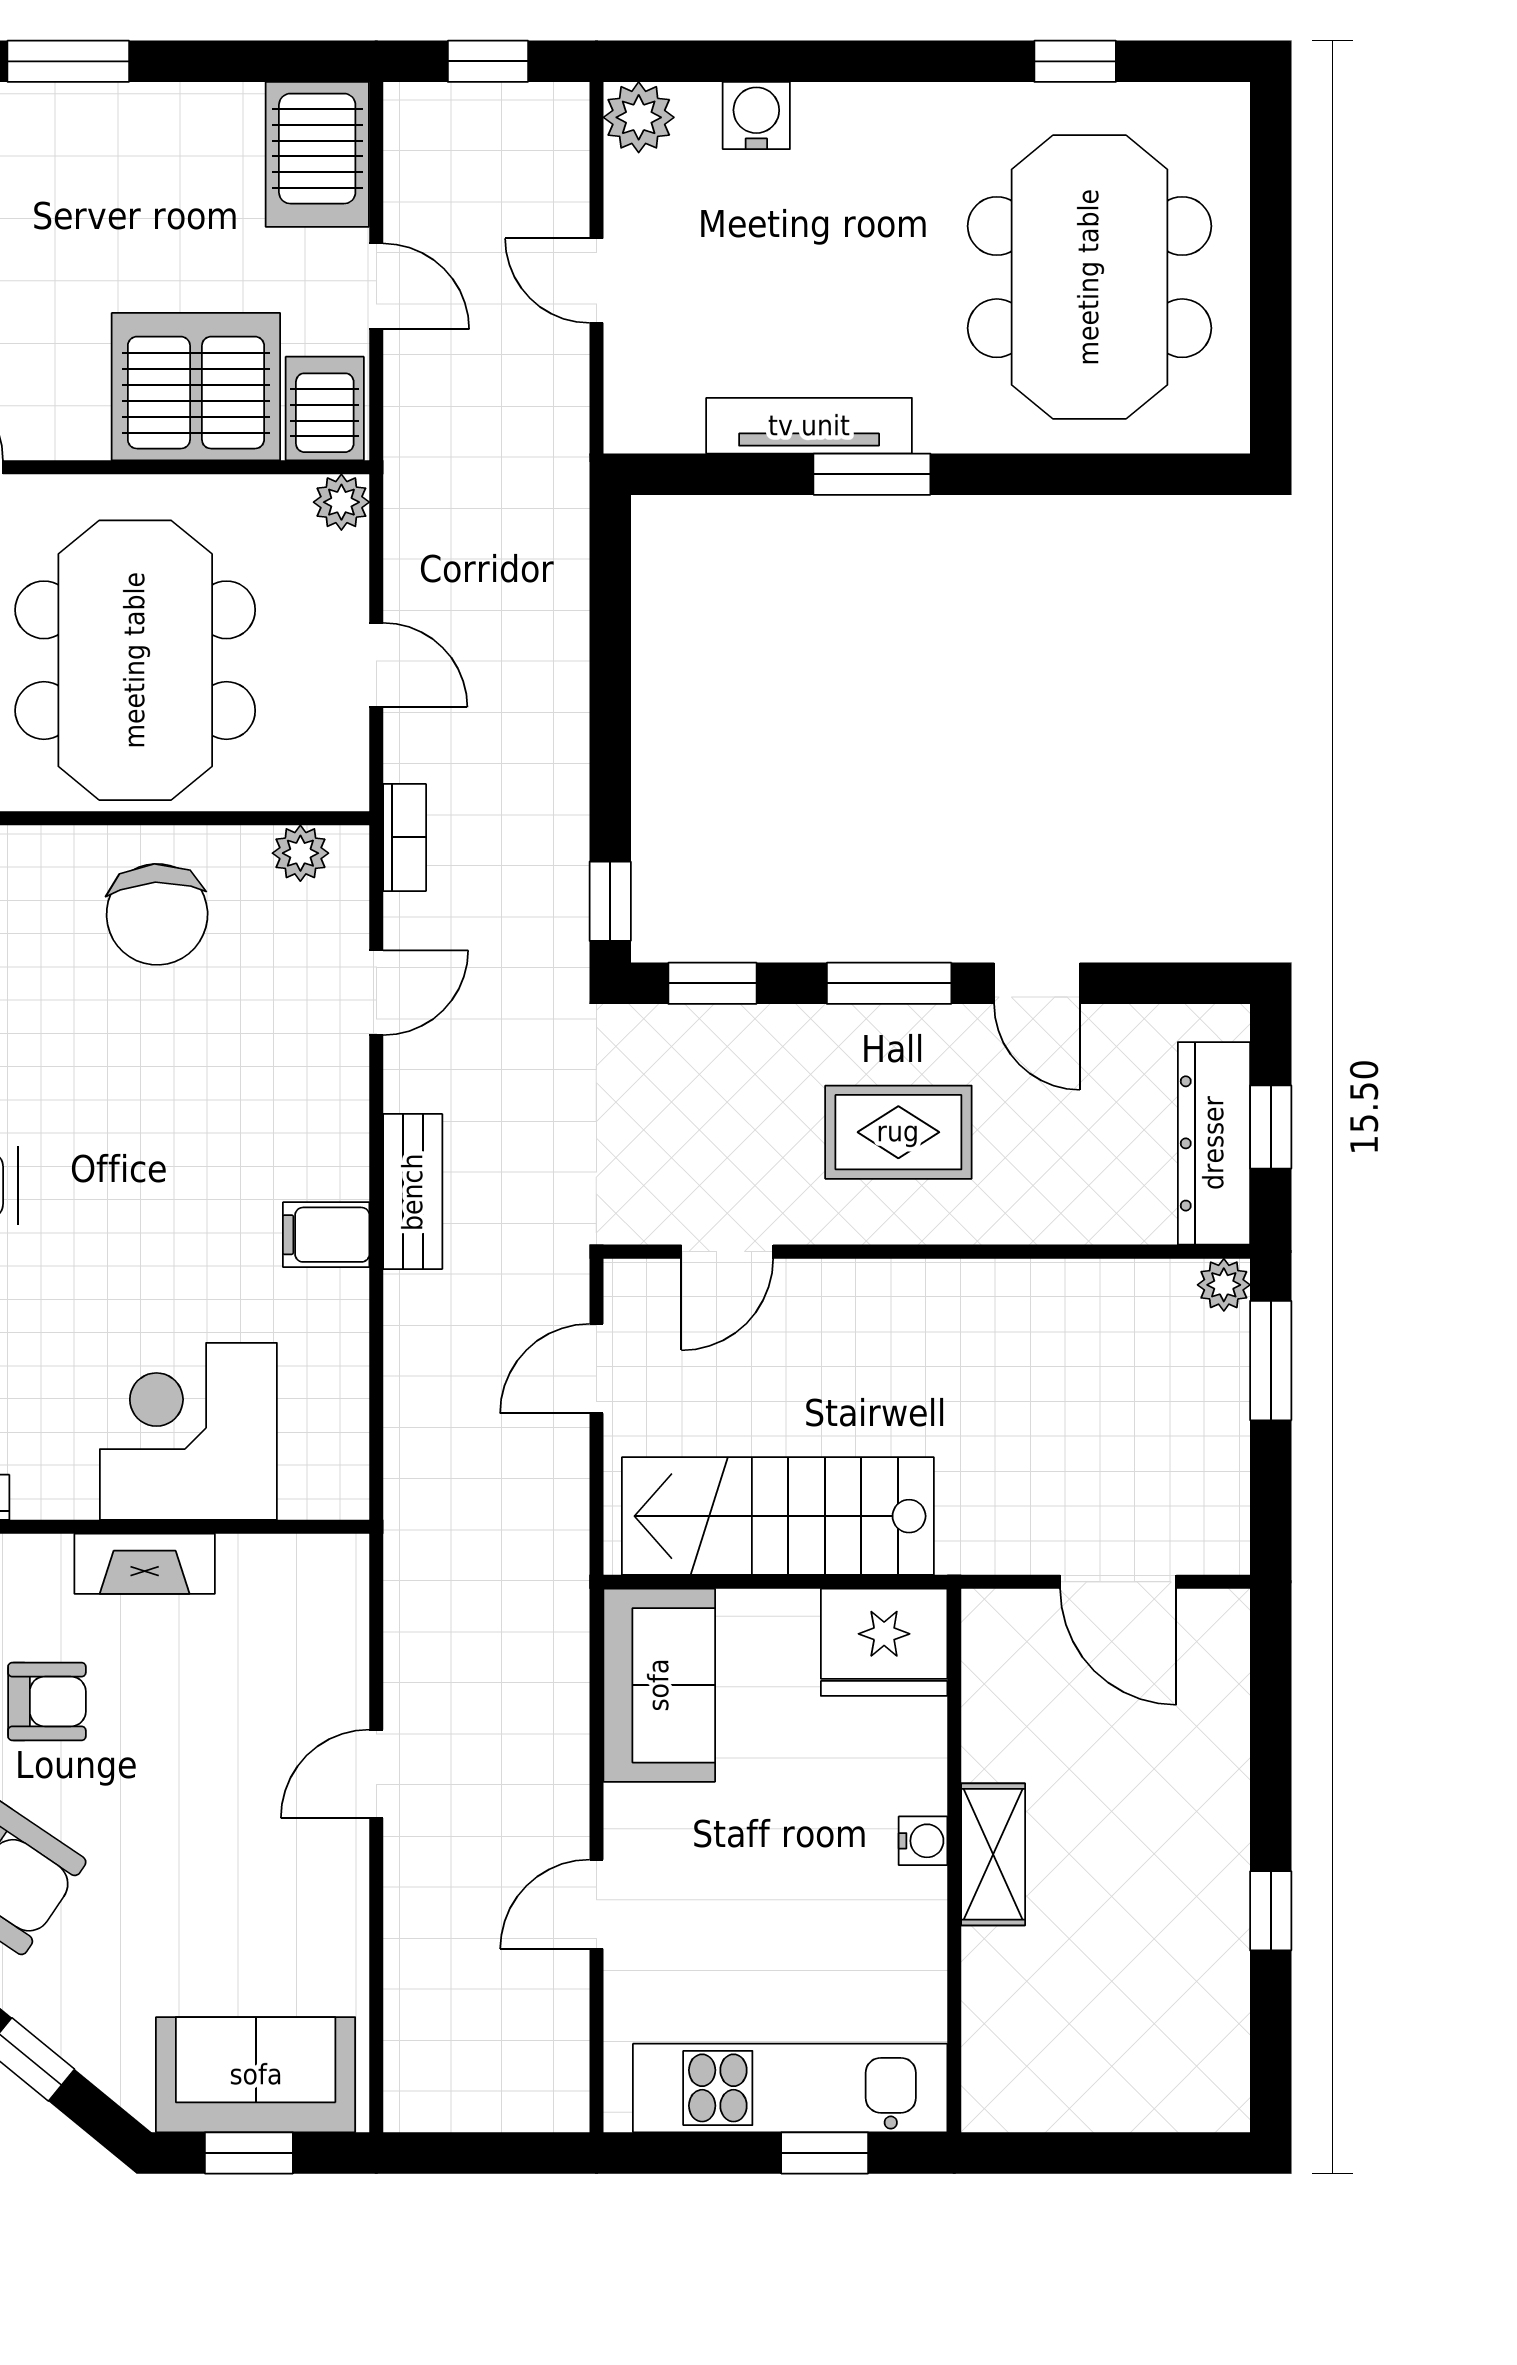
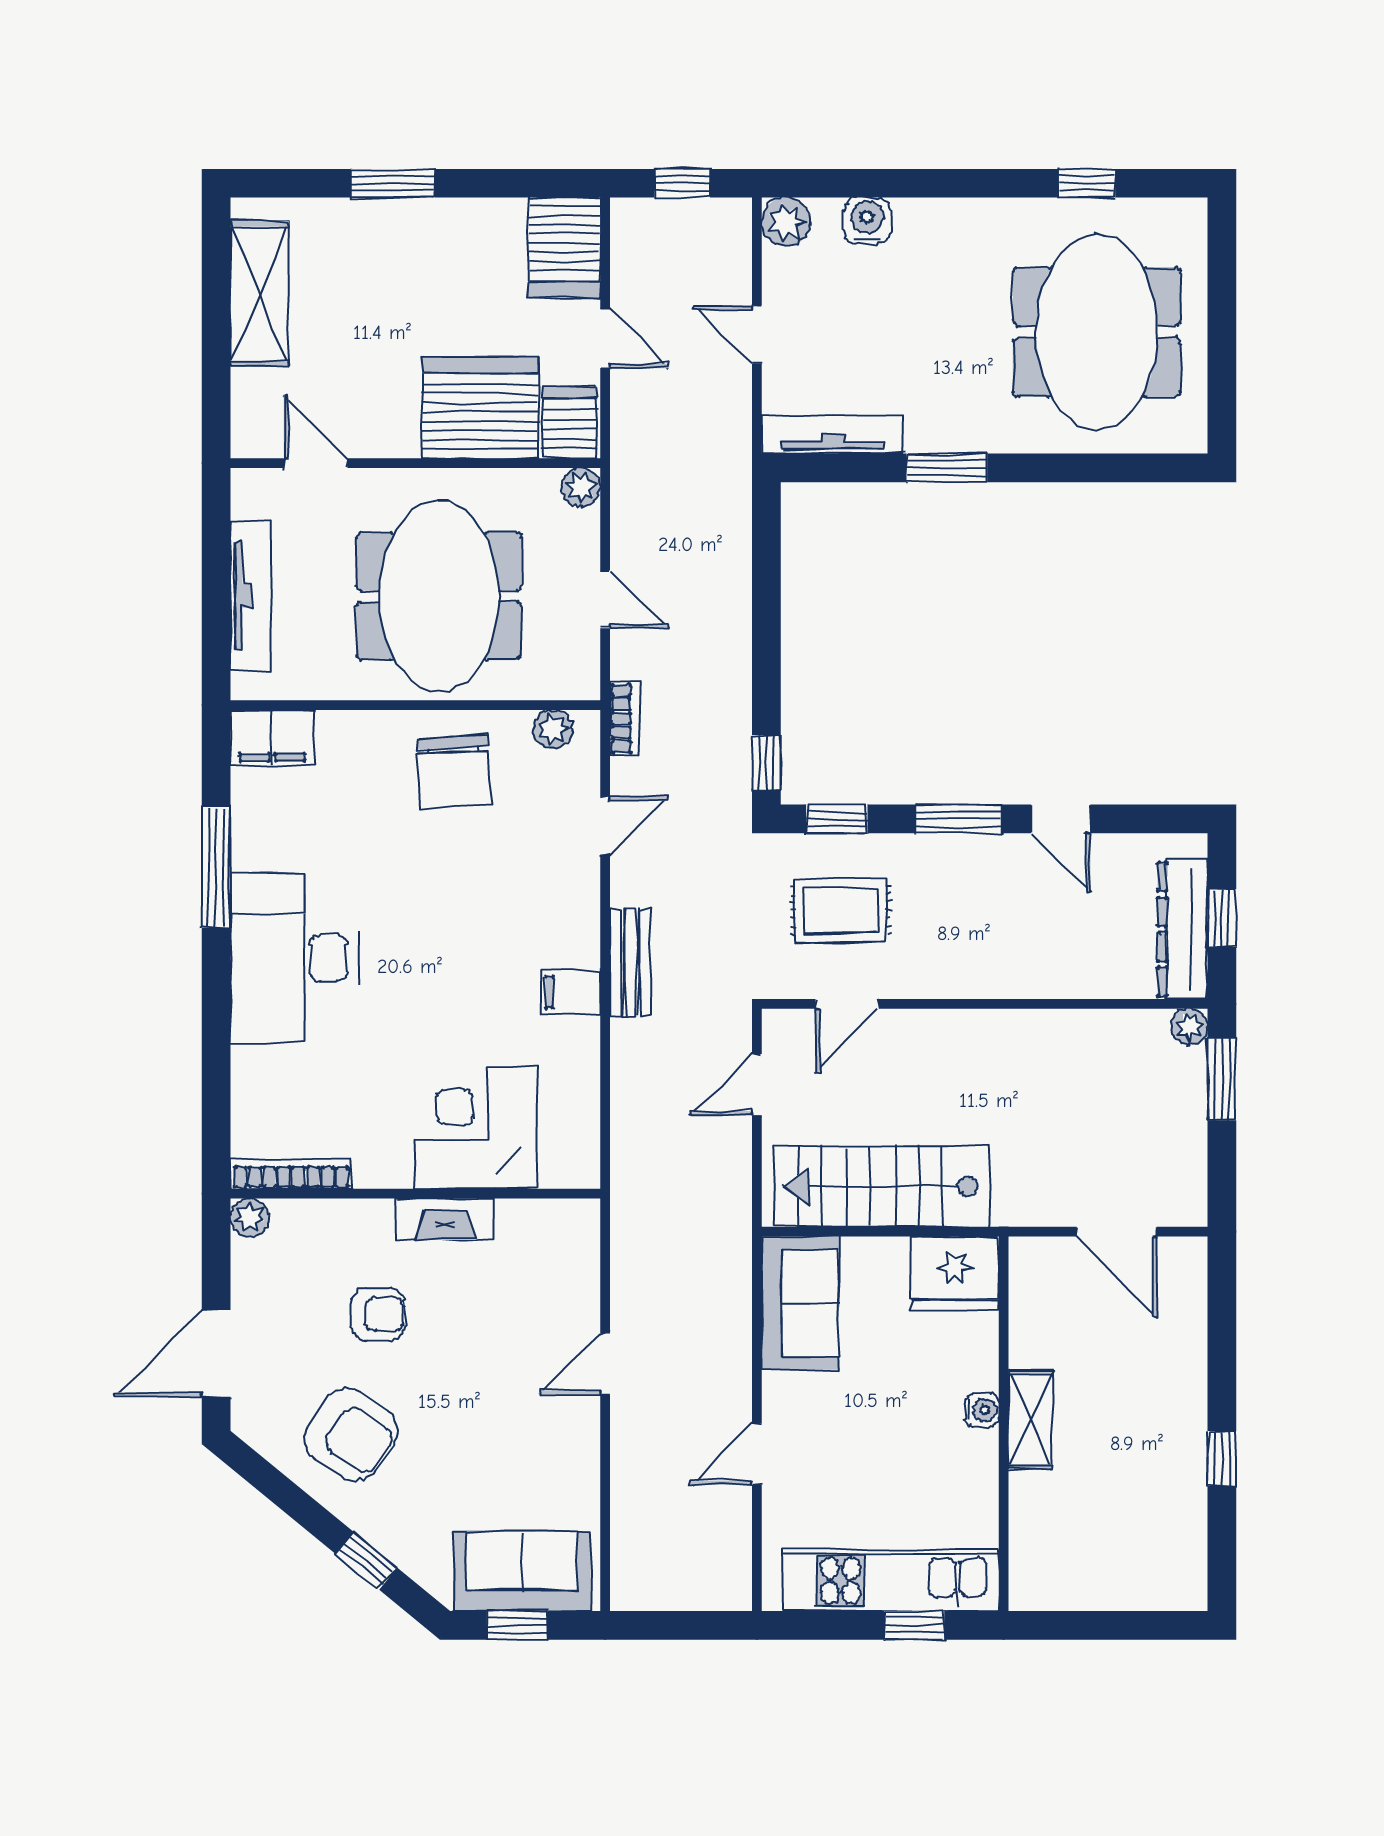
tv unit: (809, 426) -> (833, 434), moved
rug: (898, 1132) -> (841, 910), moved

